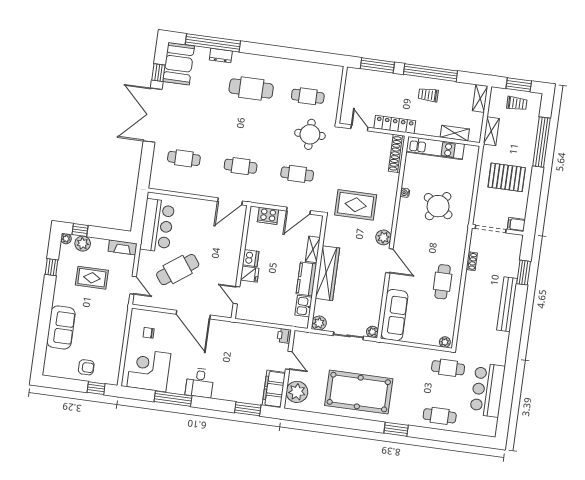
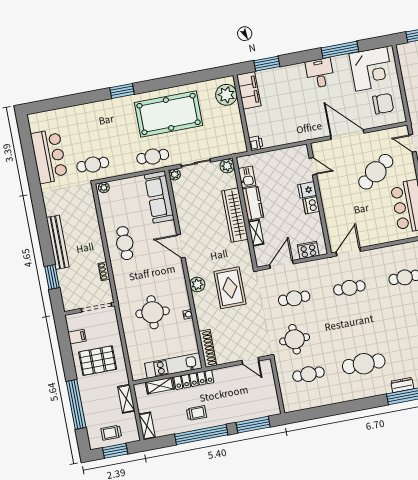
locker: (395, 124) -> (194, 380), moved
rug: (356, 205) -> (230, 288), turned 90
round table: (438, 206) -> (153, 312), turned -30
filing cabinet: (516, 225) -> (77, 337), moved
plant: (383, 237) -> (197, 284), moved
chair: (149, 333) -> (383, 104), width x1.87, depth x1.87
door: (289, 360) -> (244, 122), removed
cafe table: (440, 416) -> (153, 157), moved

